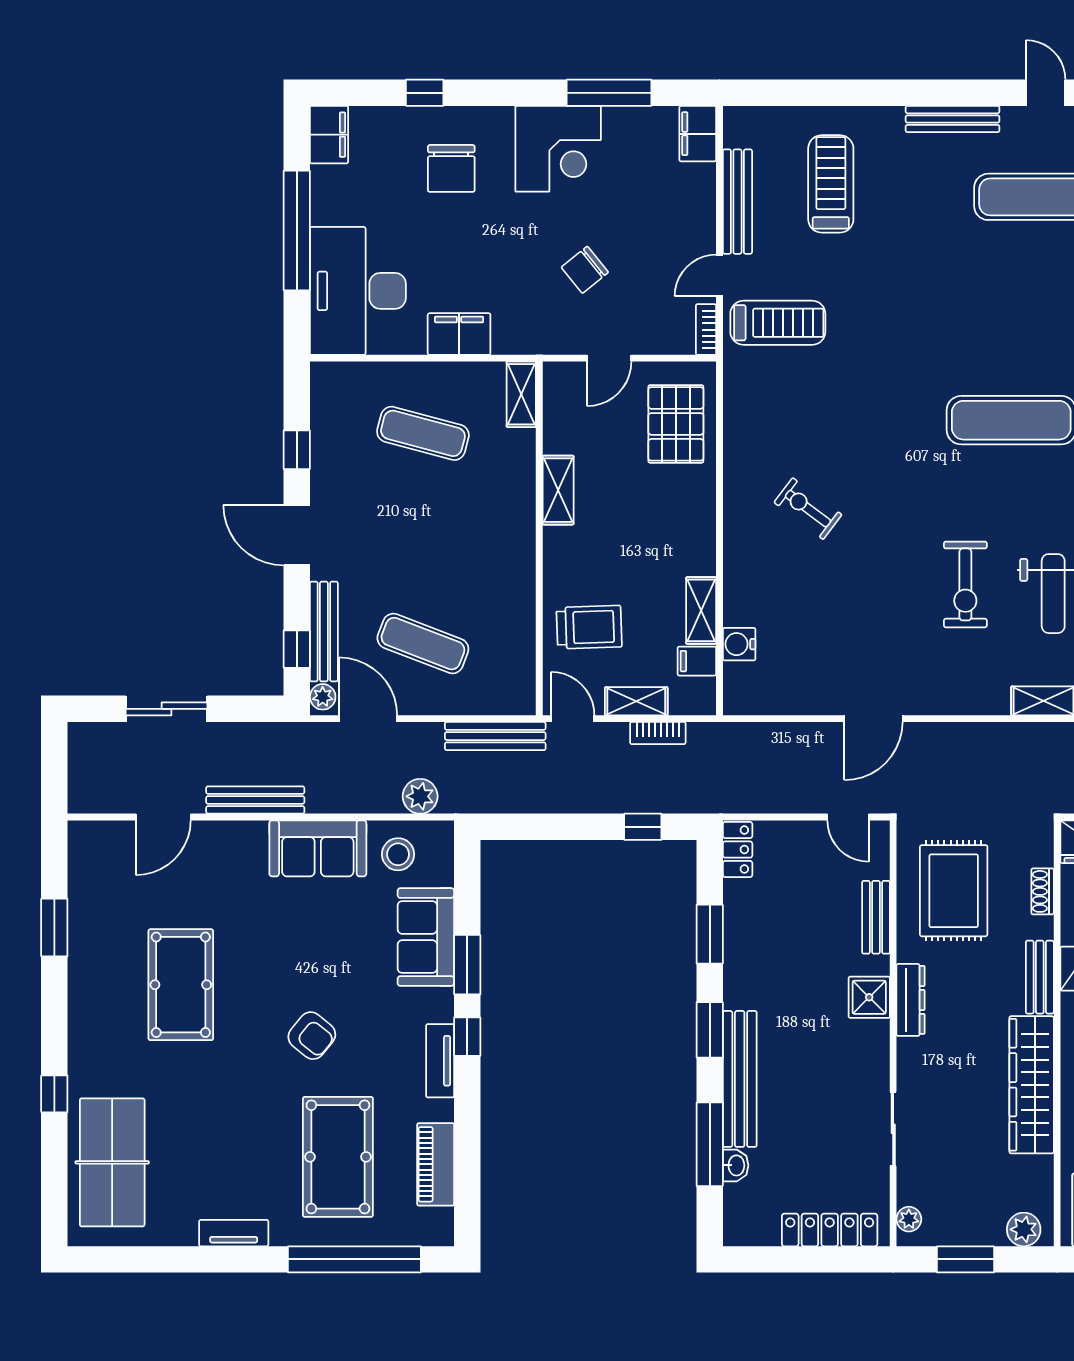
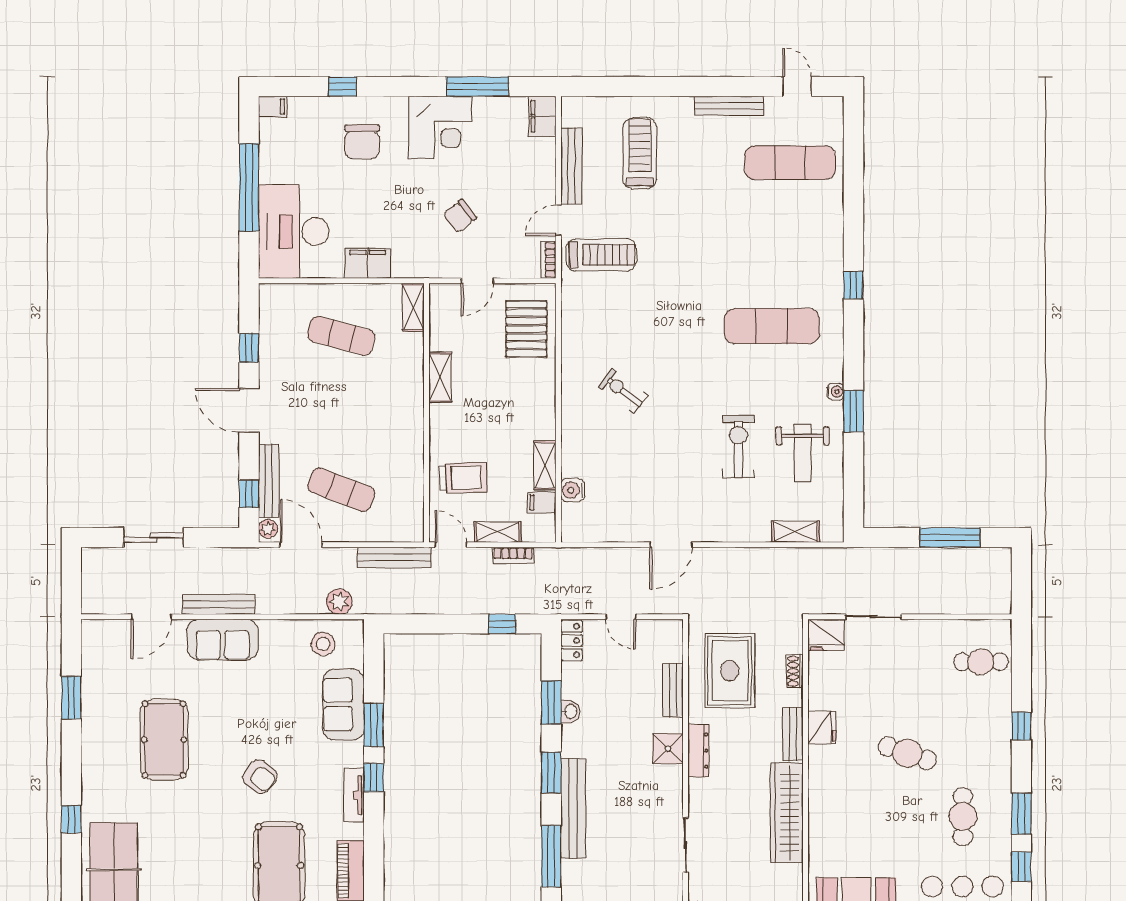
filing cabinet: (329, 135) -> (273, 107), width x0.50
exercise bike: (965, 584) -> (738, 446), turned 180
door: (848, 817) -> (621, 617), moved
sofa: (318, 848) -> (223, 640), moved
washbasin: (736, 1165) -> (570, 711), moved

